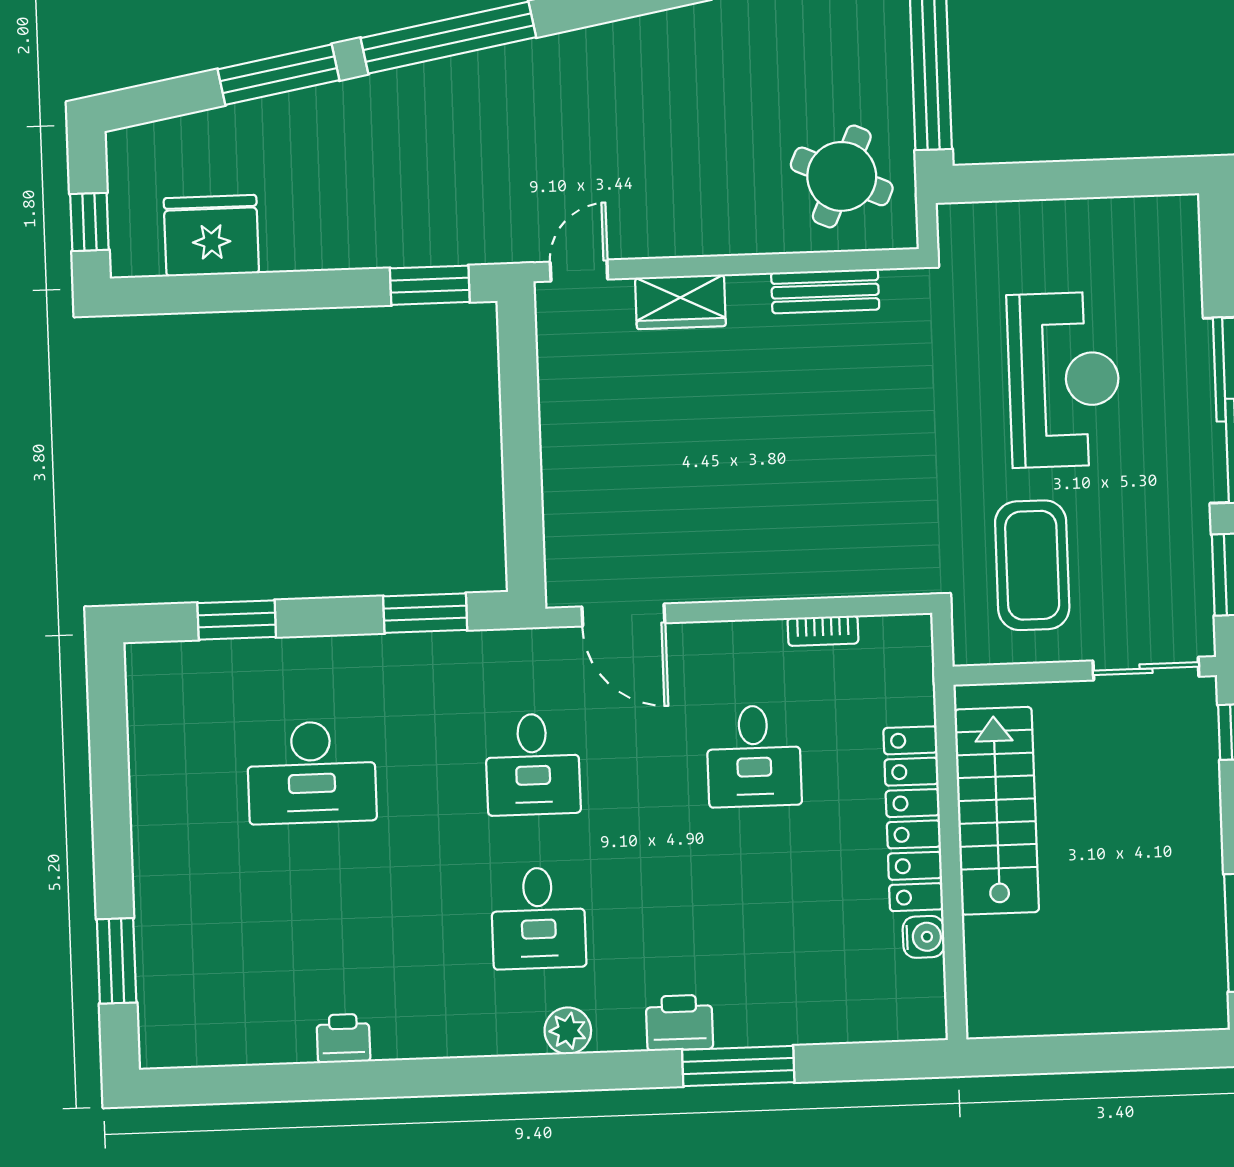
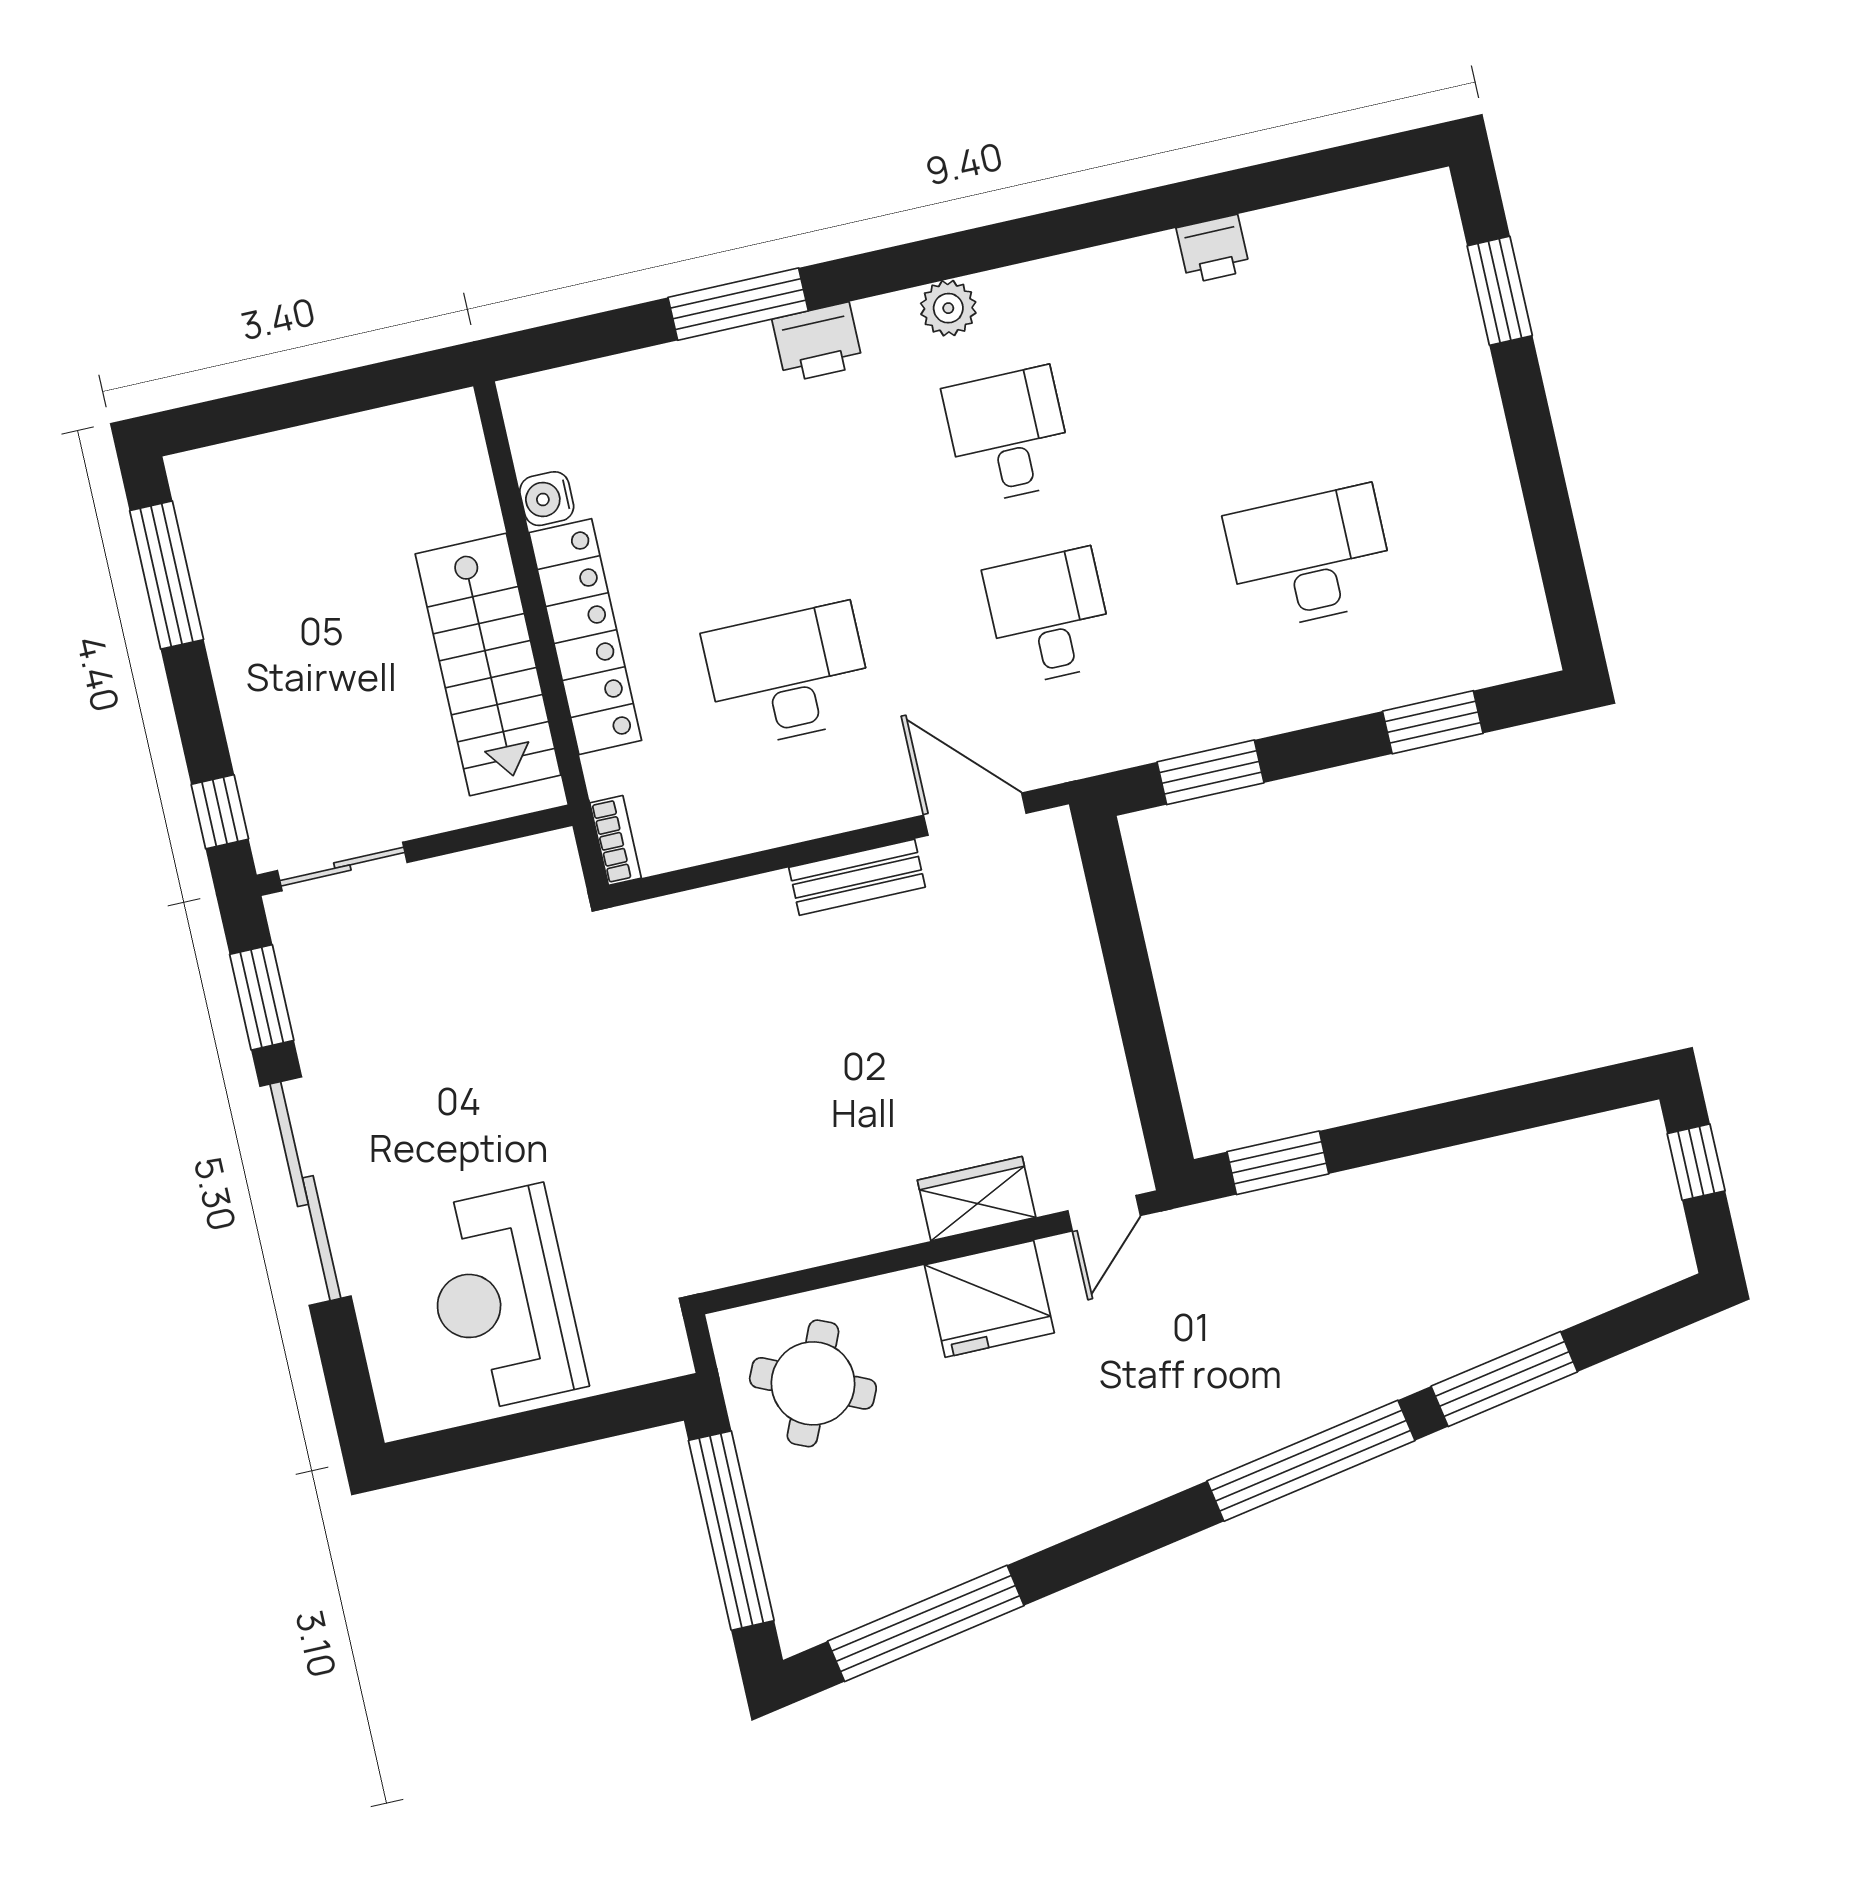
fridge: (211, 236) -> (989, 1299), moved
bench: (825, 291) -> (857, 877), moved
reception desk: (1064, 380) -> (502, 1298), moved
coffee table: (1032, 565) -> (500, 964), removed
bookcase: (823, 631) -> (616, 840), moved, turned 90
desk: (754, 756) -> (788, 675), width x1.37

